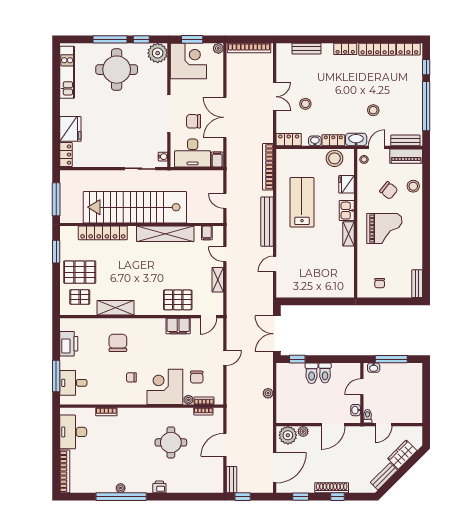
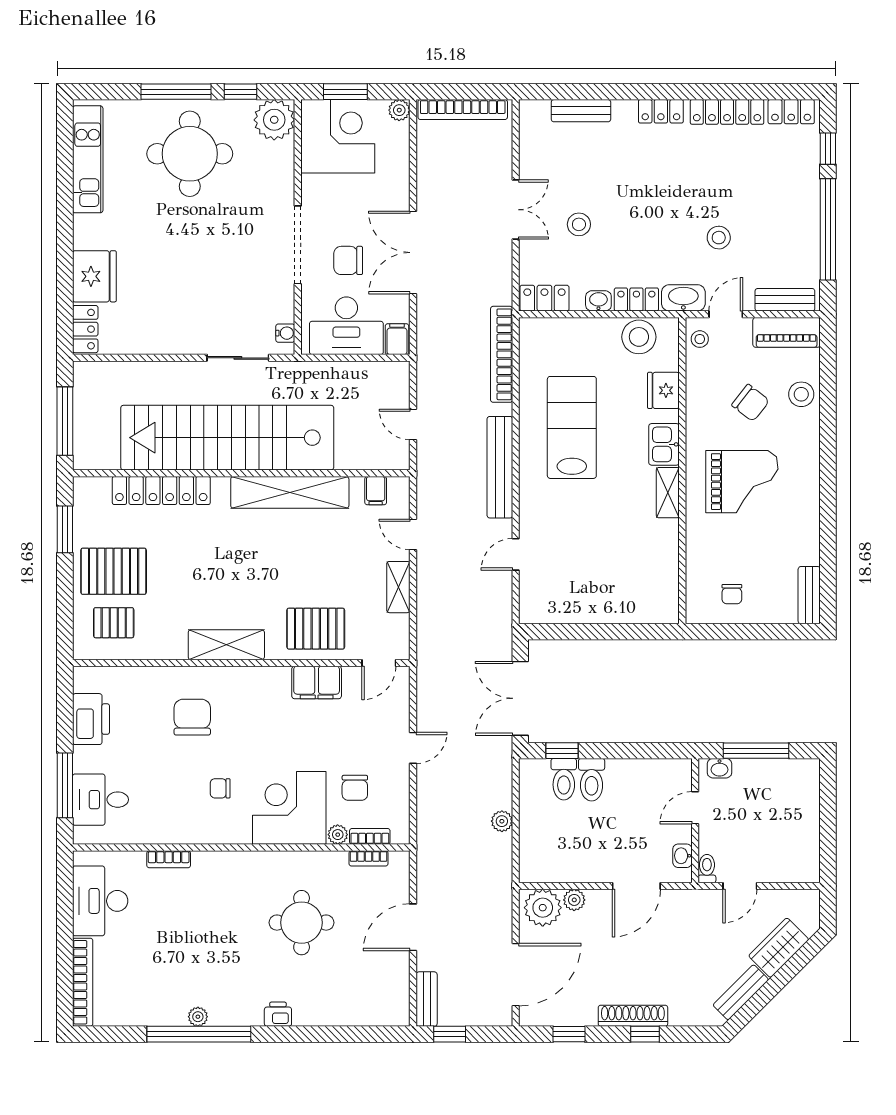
shelving: (115, 308) -> (226, 645), moved
toilet: (325, 373) -> (564, 779), moved

